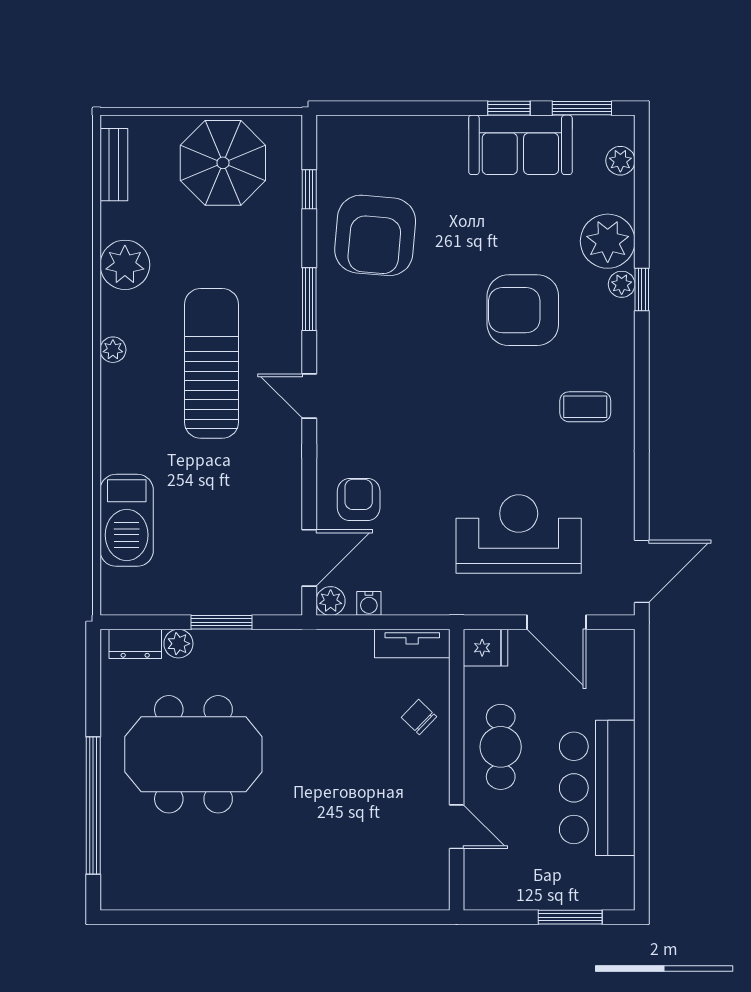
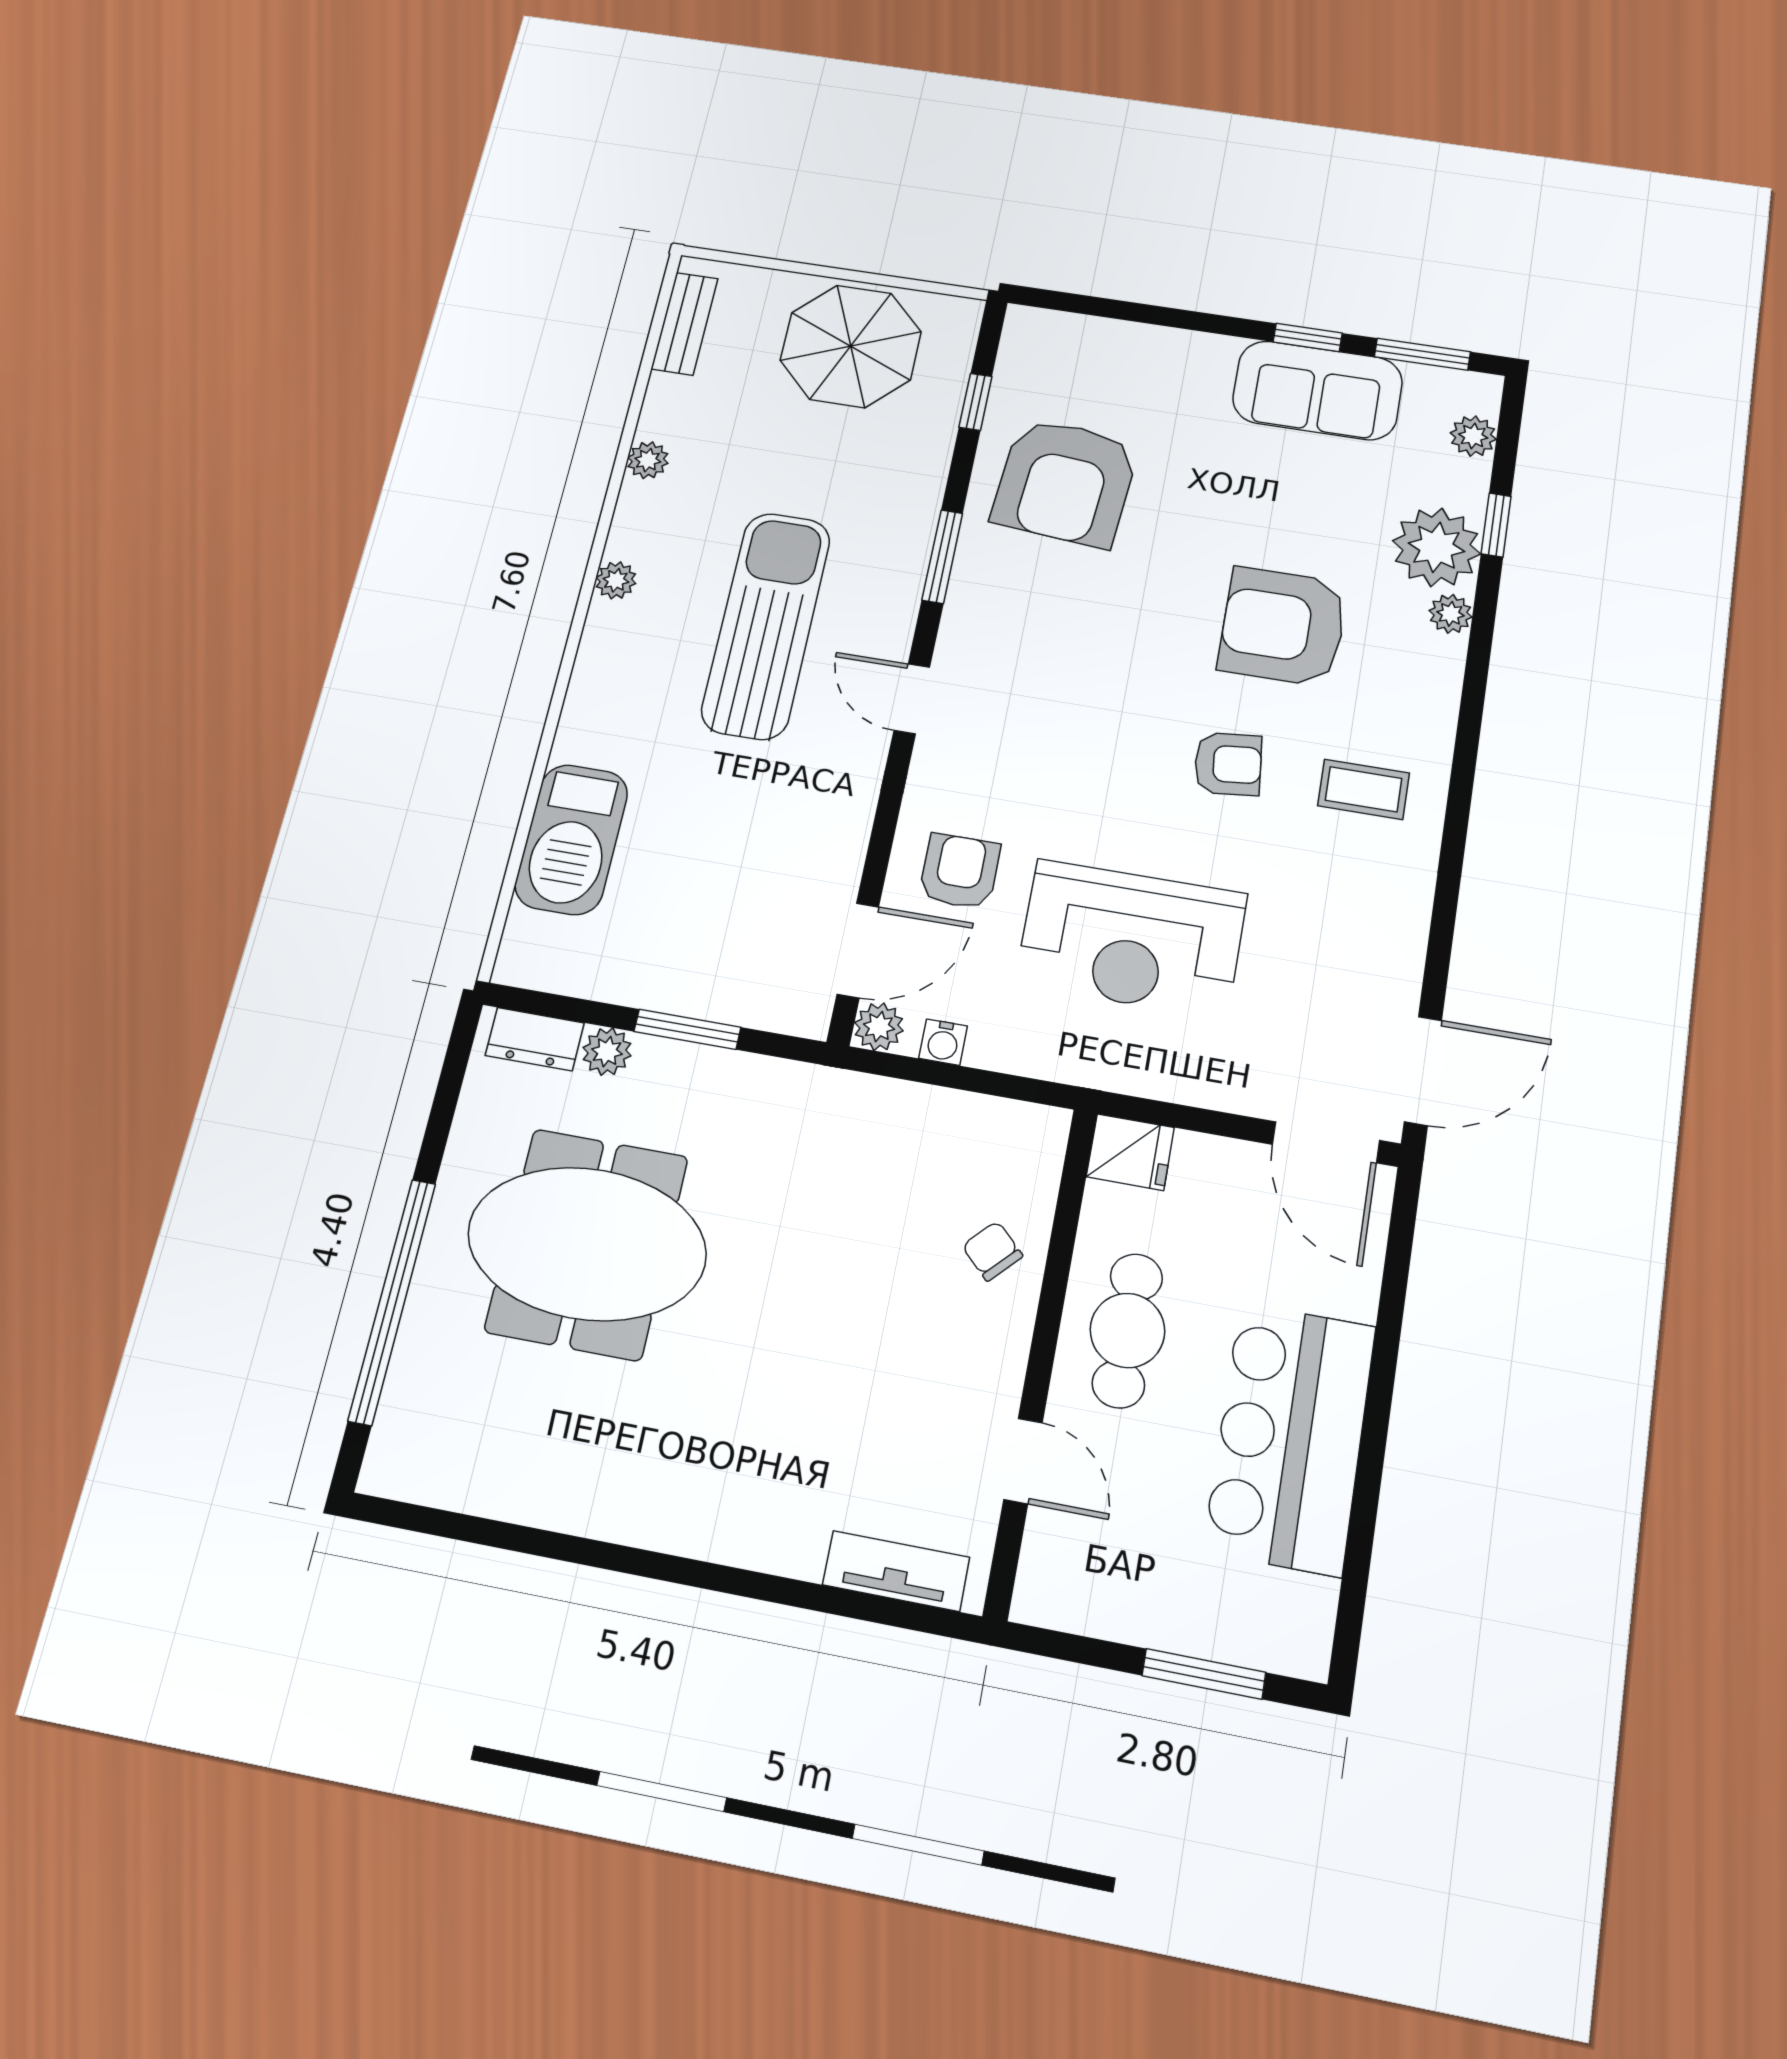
plant: (125, 265) -> (648, 460), width x0.53, depth x0.53
window: (642, 290) -> (1496, 525), moved
armchair: (504, 405) -> (1228, 764), added
reception desk: (519, 534) -> (1131, 939), moved, turned 180
door: (556, 622) -> (1326, 1142), moved
tv unit: (412, 644) -> (896, 1571), moved, turned 180

